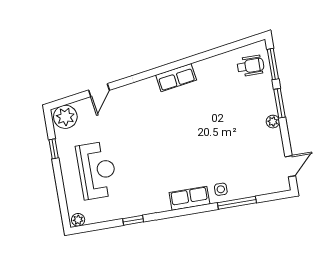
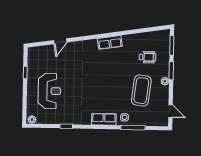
wheelchair: (251, 66) -> (148, 57), moved
plant: (65, 117) -> (36, 54), removed
coffee table: (239, 143) -> (141, 91), added
door: (290, 166) -> (170, 111), hinge flipped

